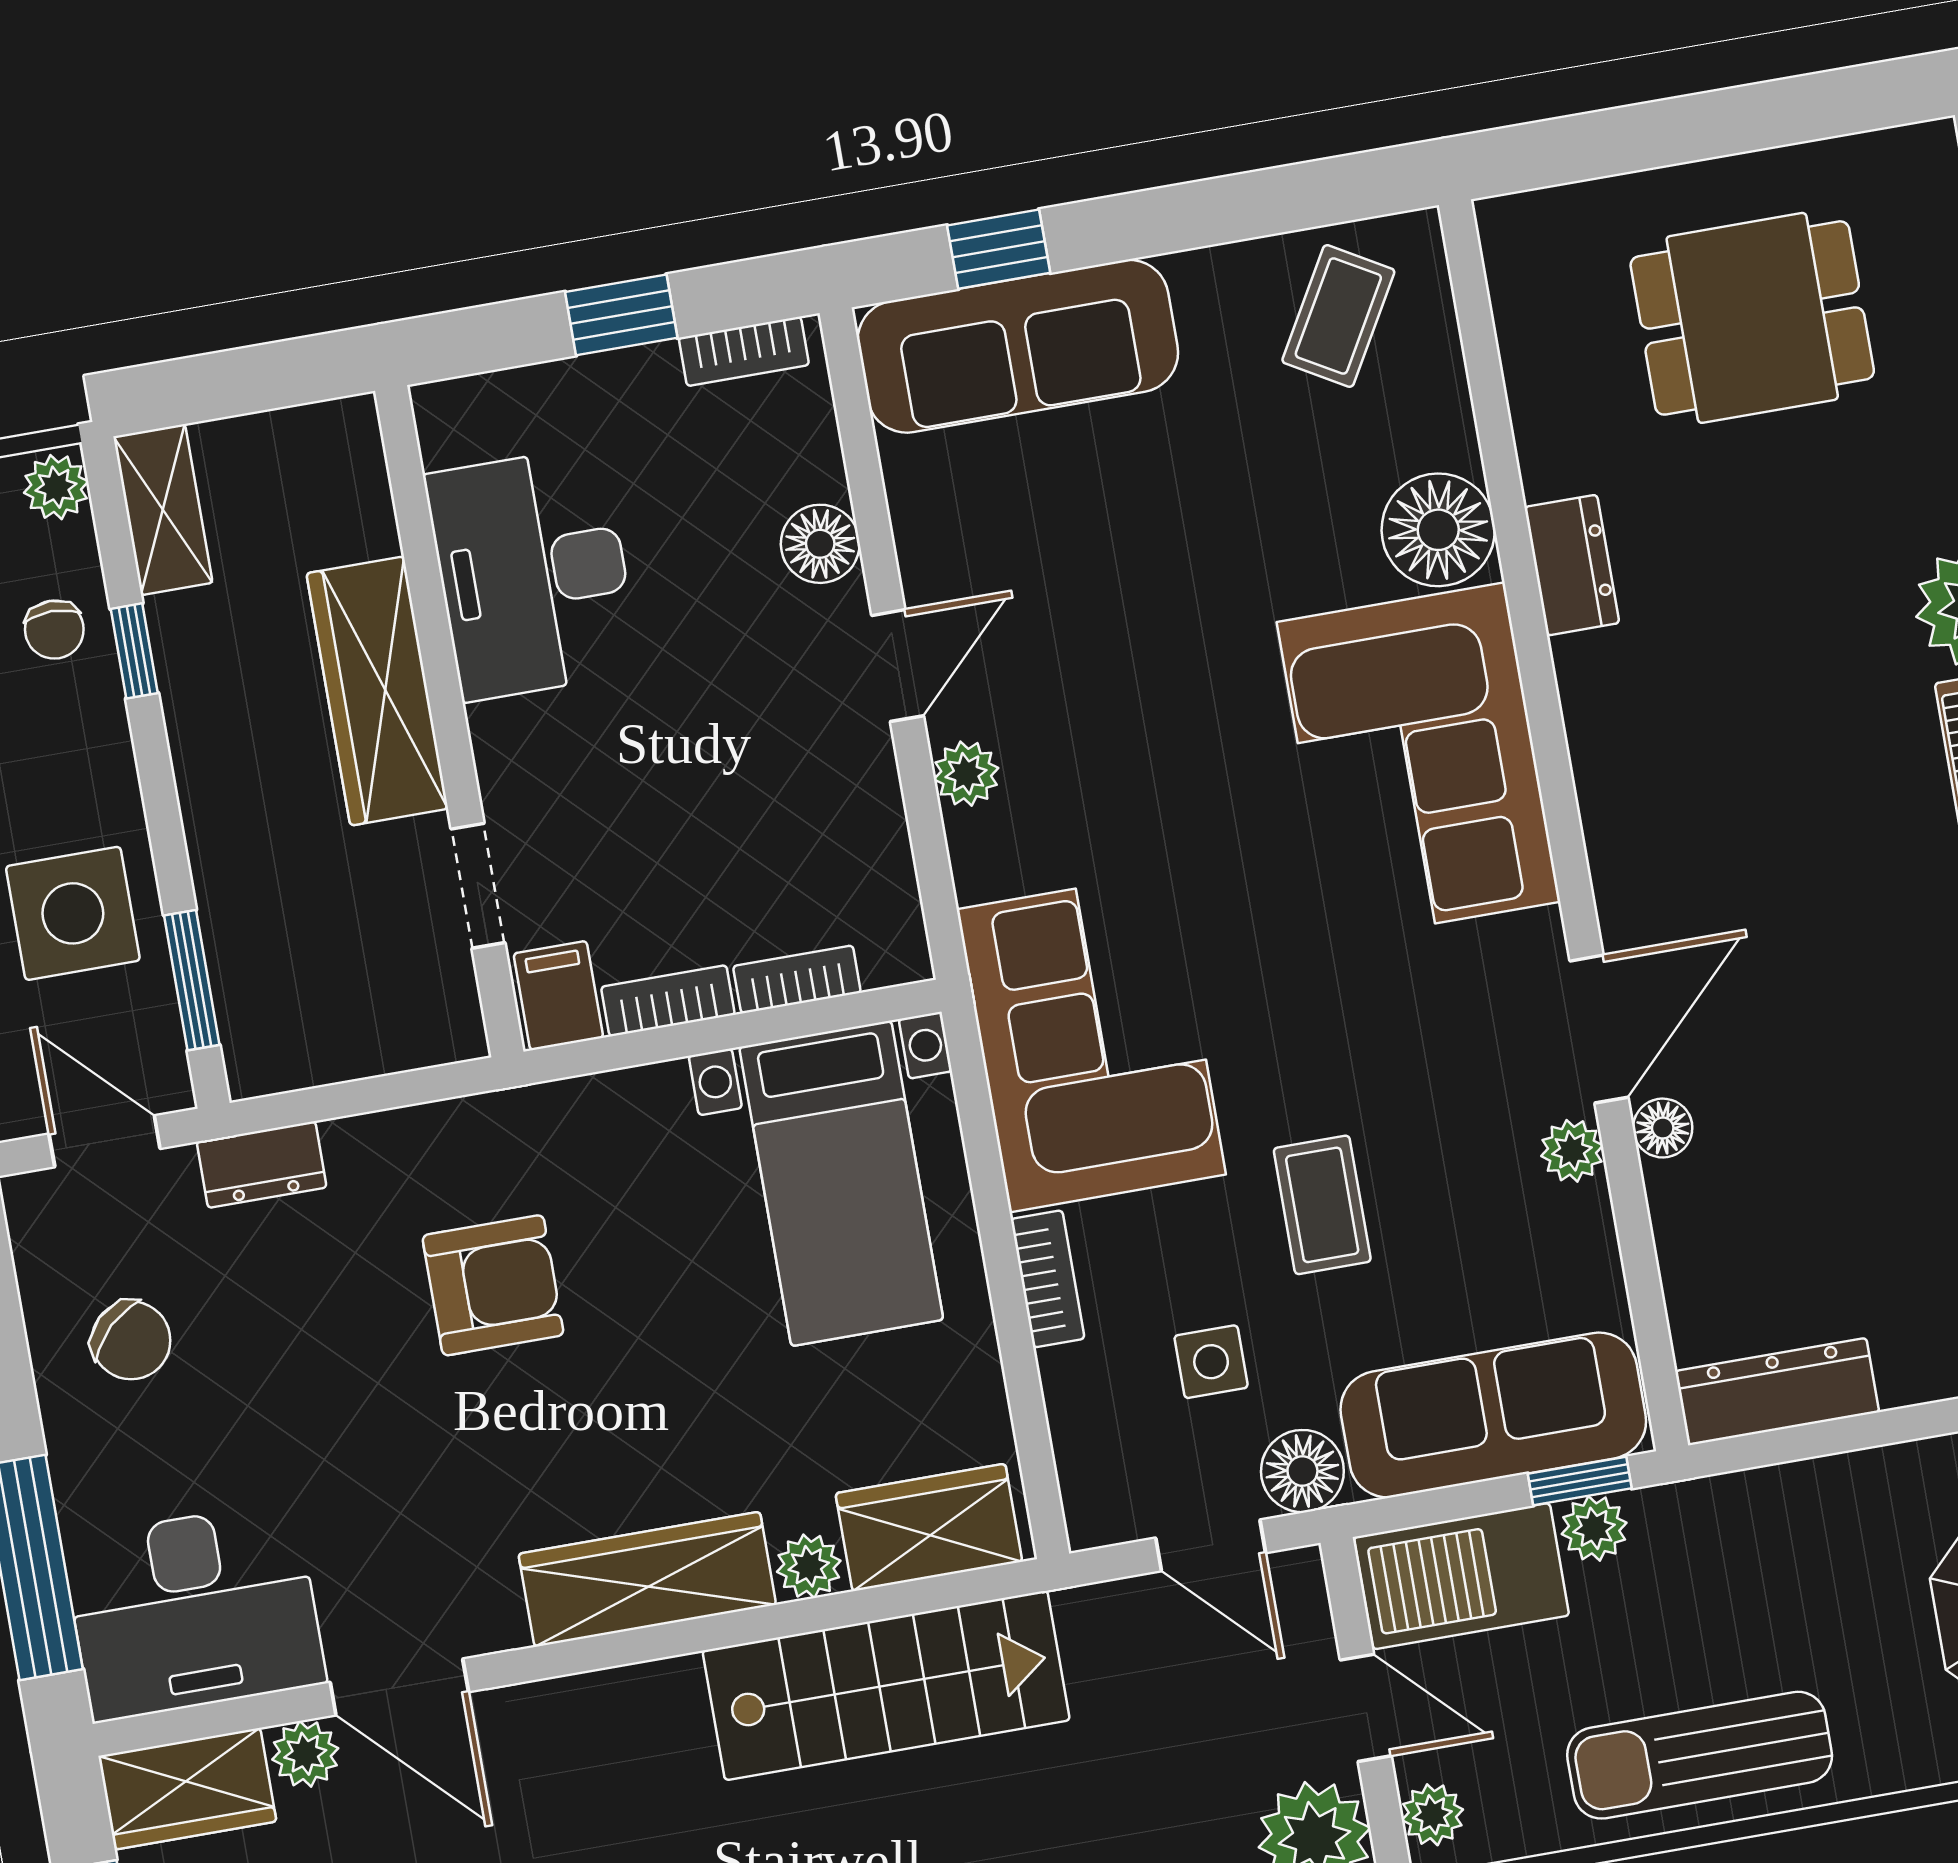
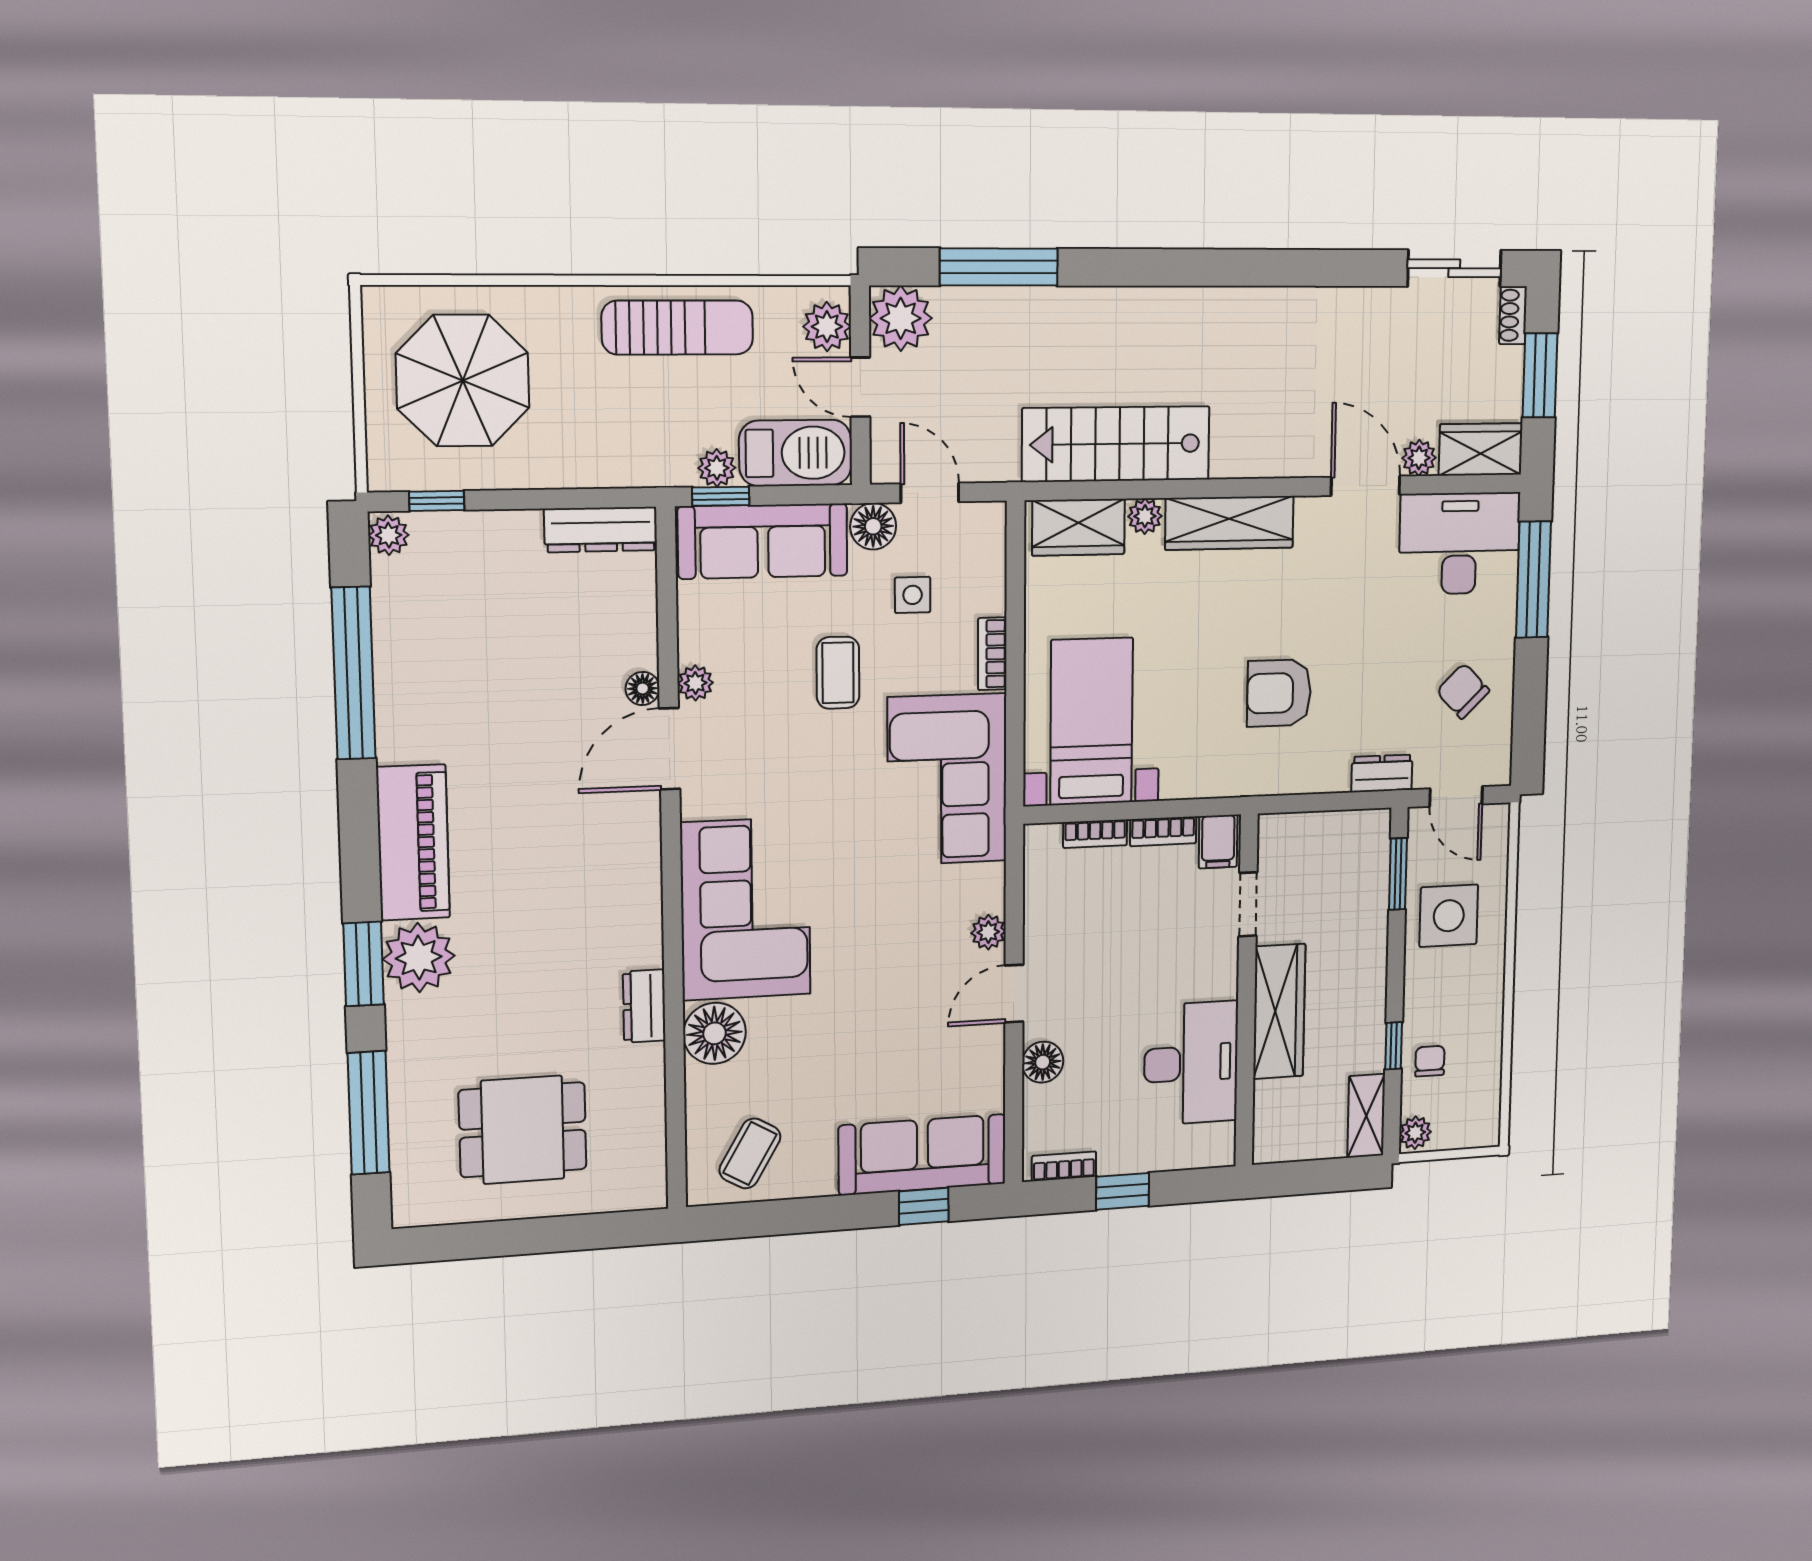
plant: (1432, 1815) -> (827, 327), width x1.38, depth x1.38

